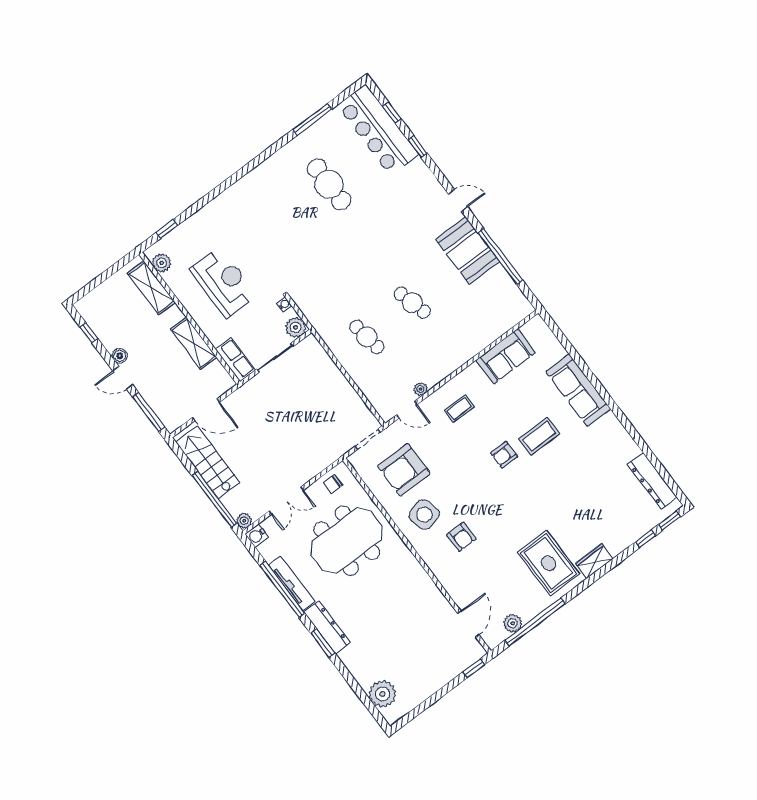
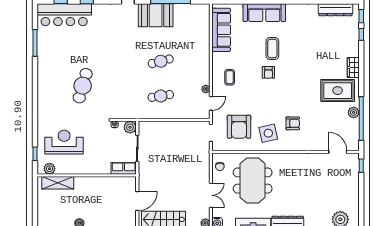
cafe table: (329, 184) -> (83, 86), moved, turned -74
reception desk: (223, 282) -> (64, 142), moved
shelving: (194, 343) -> (100, 183), removed
sofa: (506, 356) -> (221, 30), width x1.36
plant: (513, 623) -> (354, 112), moved

